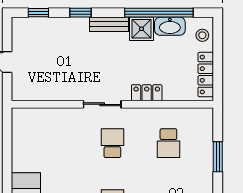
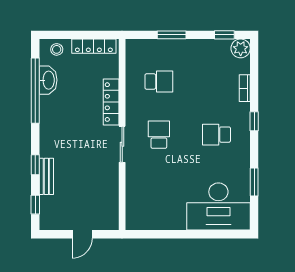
bench: (109, 24) -> (46, 176), moved
shower: (142, 29) -> (51, 107), removed
locker: (147, 93) -> (111, 102), width x1.53
school desk: (112, 143) -> (159, 135), turned 90

